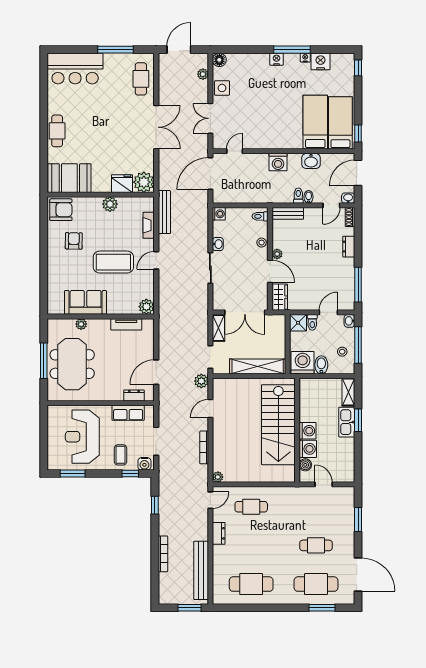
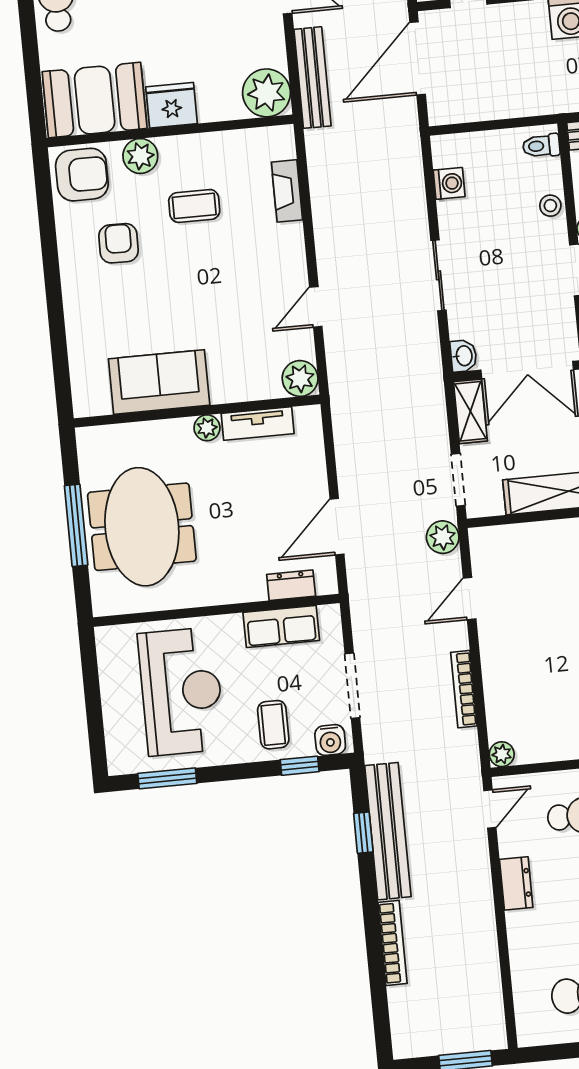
fridge: (122, 184) -> (172, 105), moved
plant: (110, 204) -> (140, 156), moved
bench: (164, 212) -> (312, 78), moved
washing machine: (219, 214) -> (449, 183), moved
washbasin: (218, 244) -> (463, 356), moved
door: (156, 260) -> (316, 307), moved
coffee table: (113, 262) -> (194, 206), moved, width x0.54, depth x0.58
plant: (81, 324) -> (207, 428), moved
reception desk: (82, 437) -> (181, 691), turned 180
bench: (201, 570) -> (388, 831), moved

